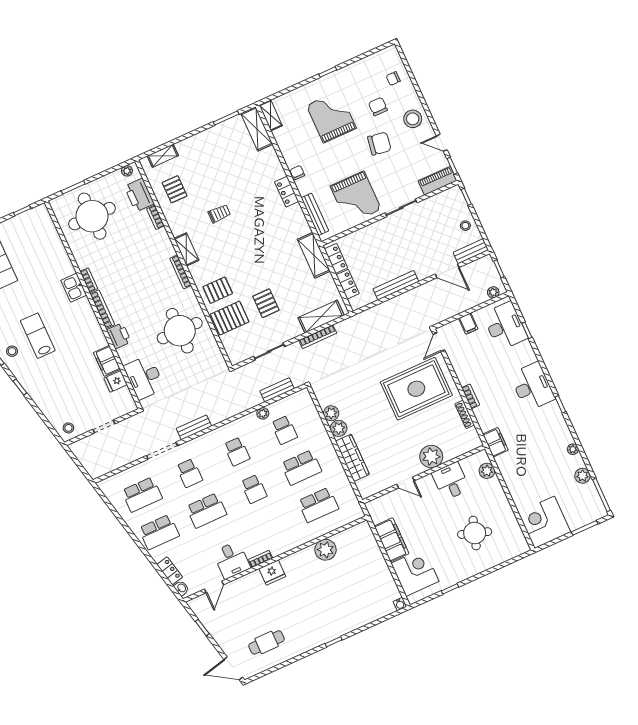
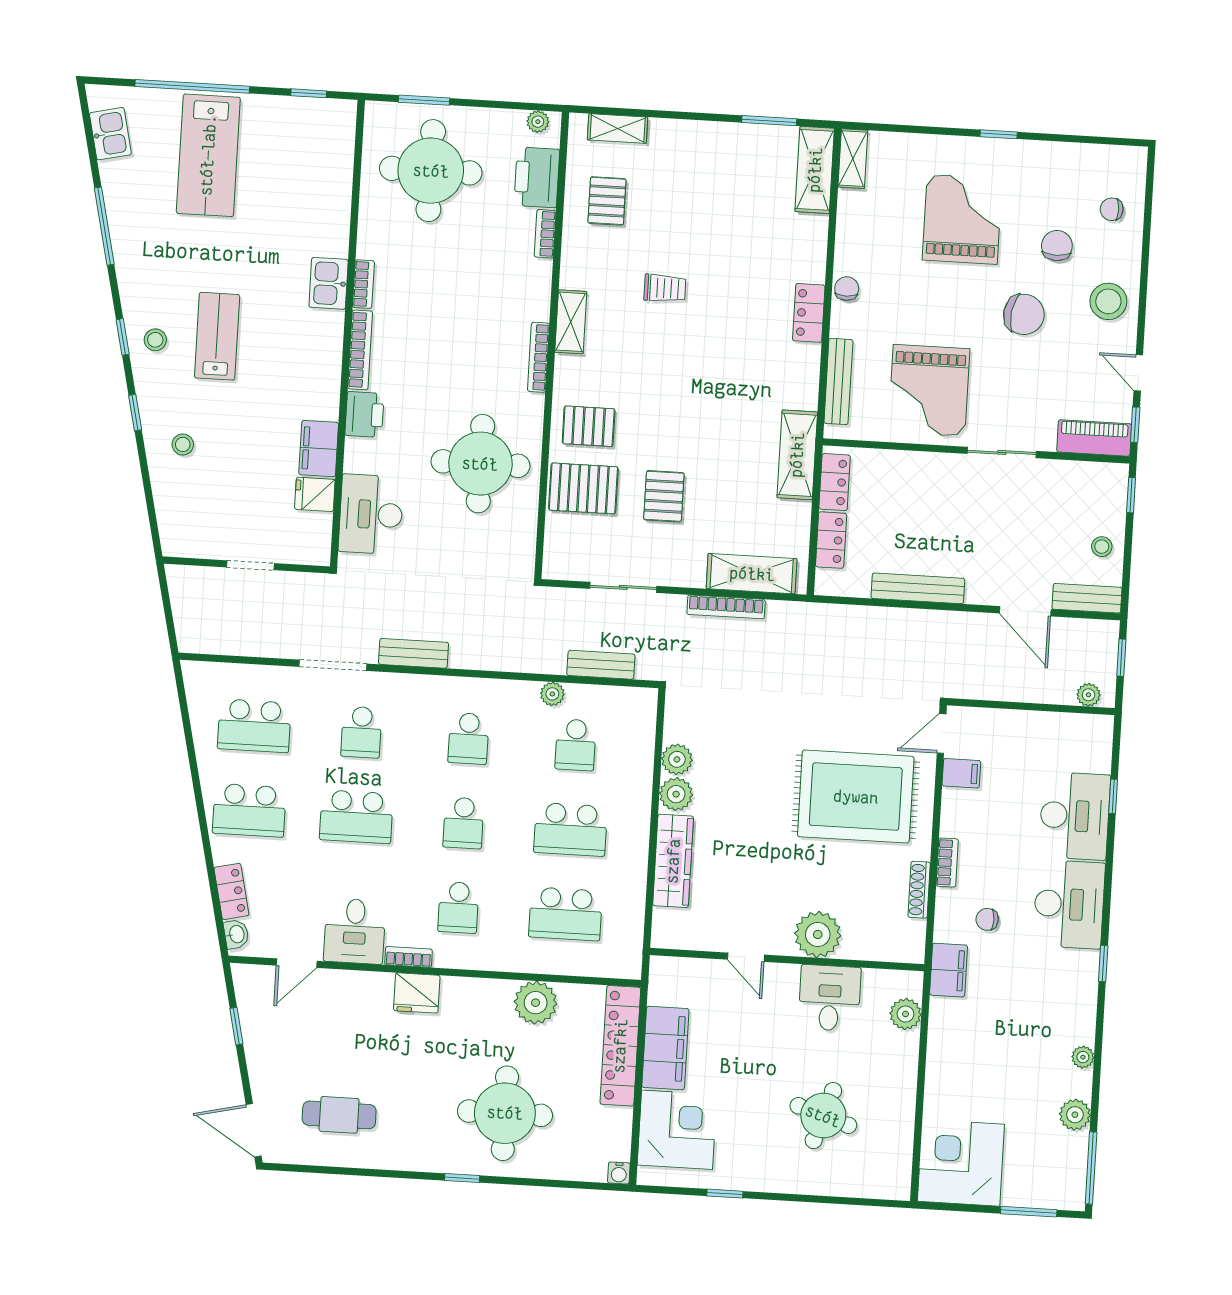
filing cabinet: (468, 324) -> (961, 773), moved, turned -90
desk: (505, 326) -> (1075, 816), moved
chair: (501, 412) -> (987, 919), added
stool: (68, 428) -> (183, 444), moved
school desk: (271, 526) -> (458, 908), added
locker: (372, 549) -> (620, 1046), added
round table: (337, 604) -> (505, 1113), added

